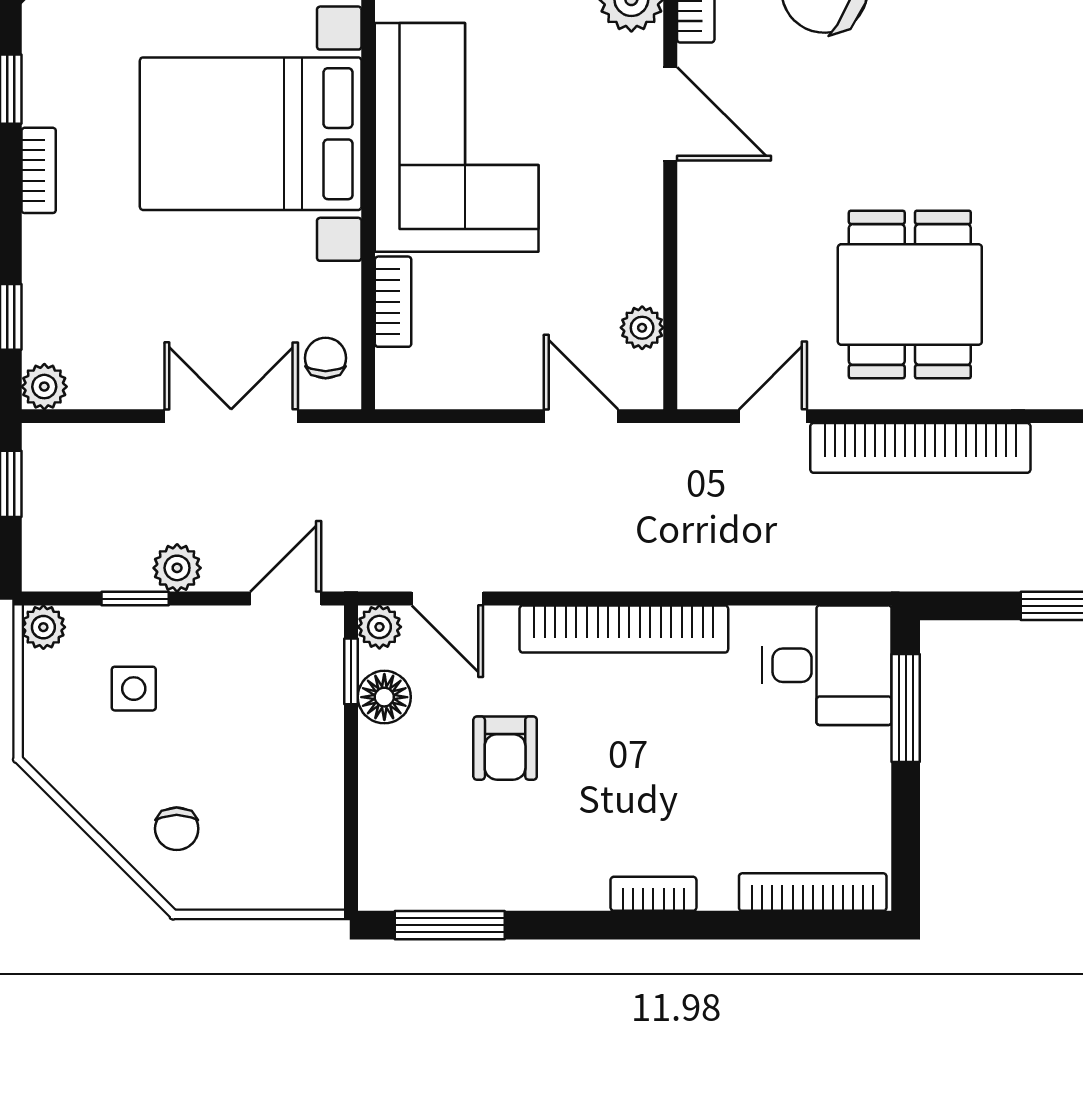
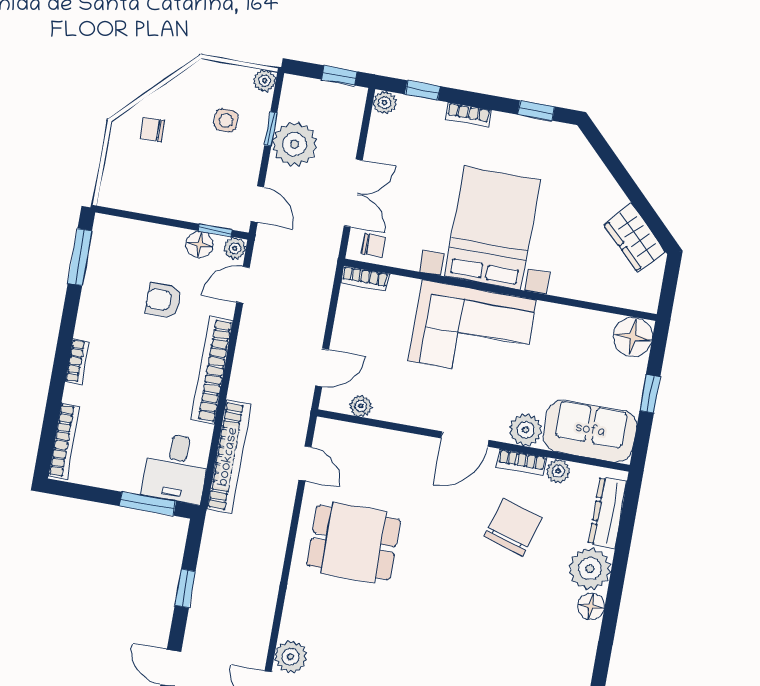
bookcase: (39, 170) -> (468, 115), moved
bookcase: (393, 302) -> (365, 279), moved
bookcase: (920, 448) -> (229, 457), moved, turned 180
plant: (177, 568) -> (295, 144), width x1.87, depth x1.87

